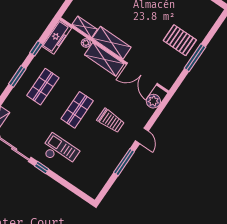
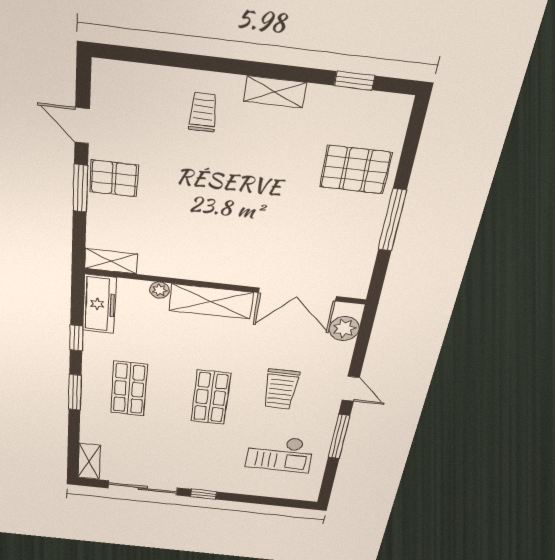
shelving: (85, 27) -> (111, 261), moved
pallet: (180, 40) -> (356, 170), moved
shelving: (112, 43) -> (208, 268), removed
trolley: (111, 121) -> (281, 389), turned 90
checkout: (60, 151) -> (280, 454), moved, turned 180

